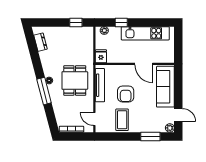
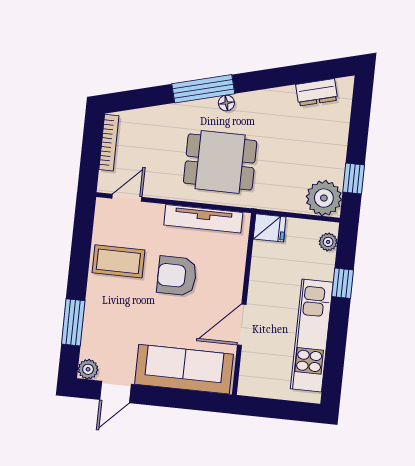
plant: (86, 34) -> (324, 198), added

